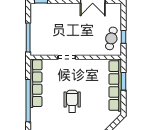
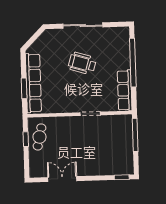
row of seats: (36, 83) -> (125, 90), width x0.73
wheelchair: (72, 101) -> (82, 63), turned 107

